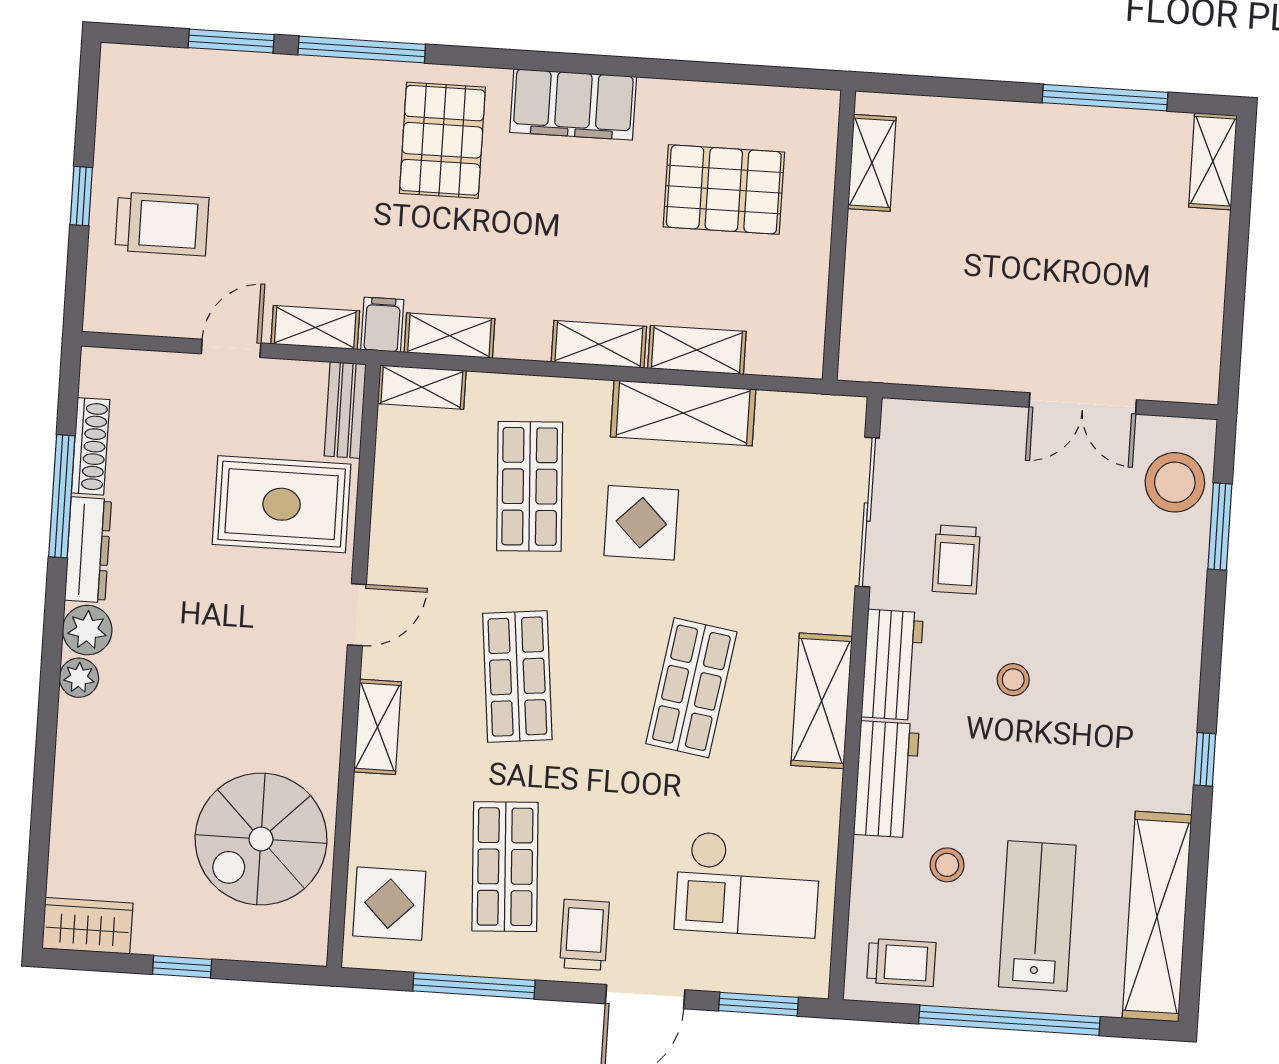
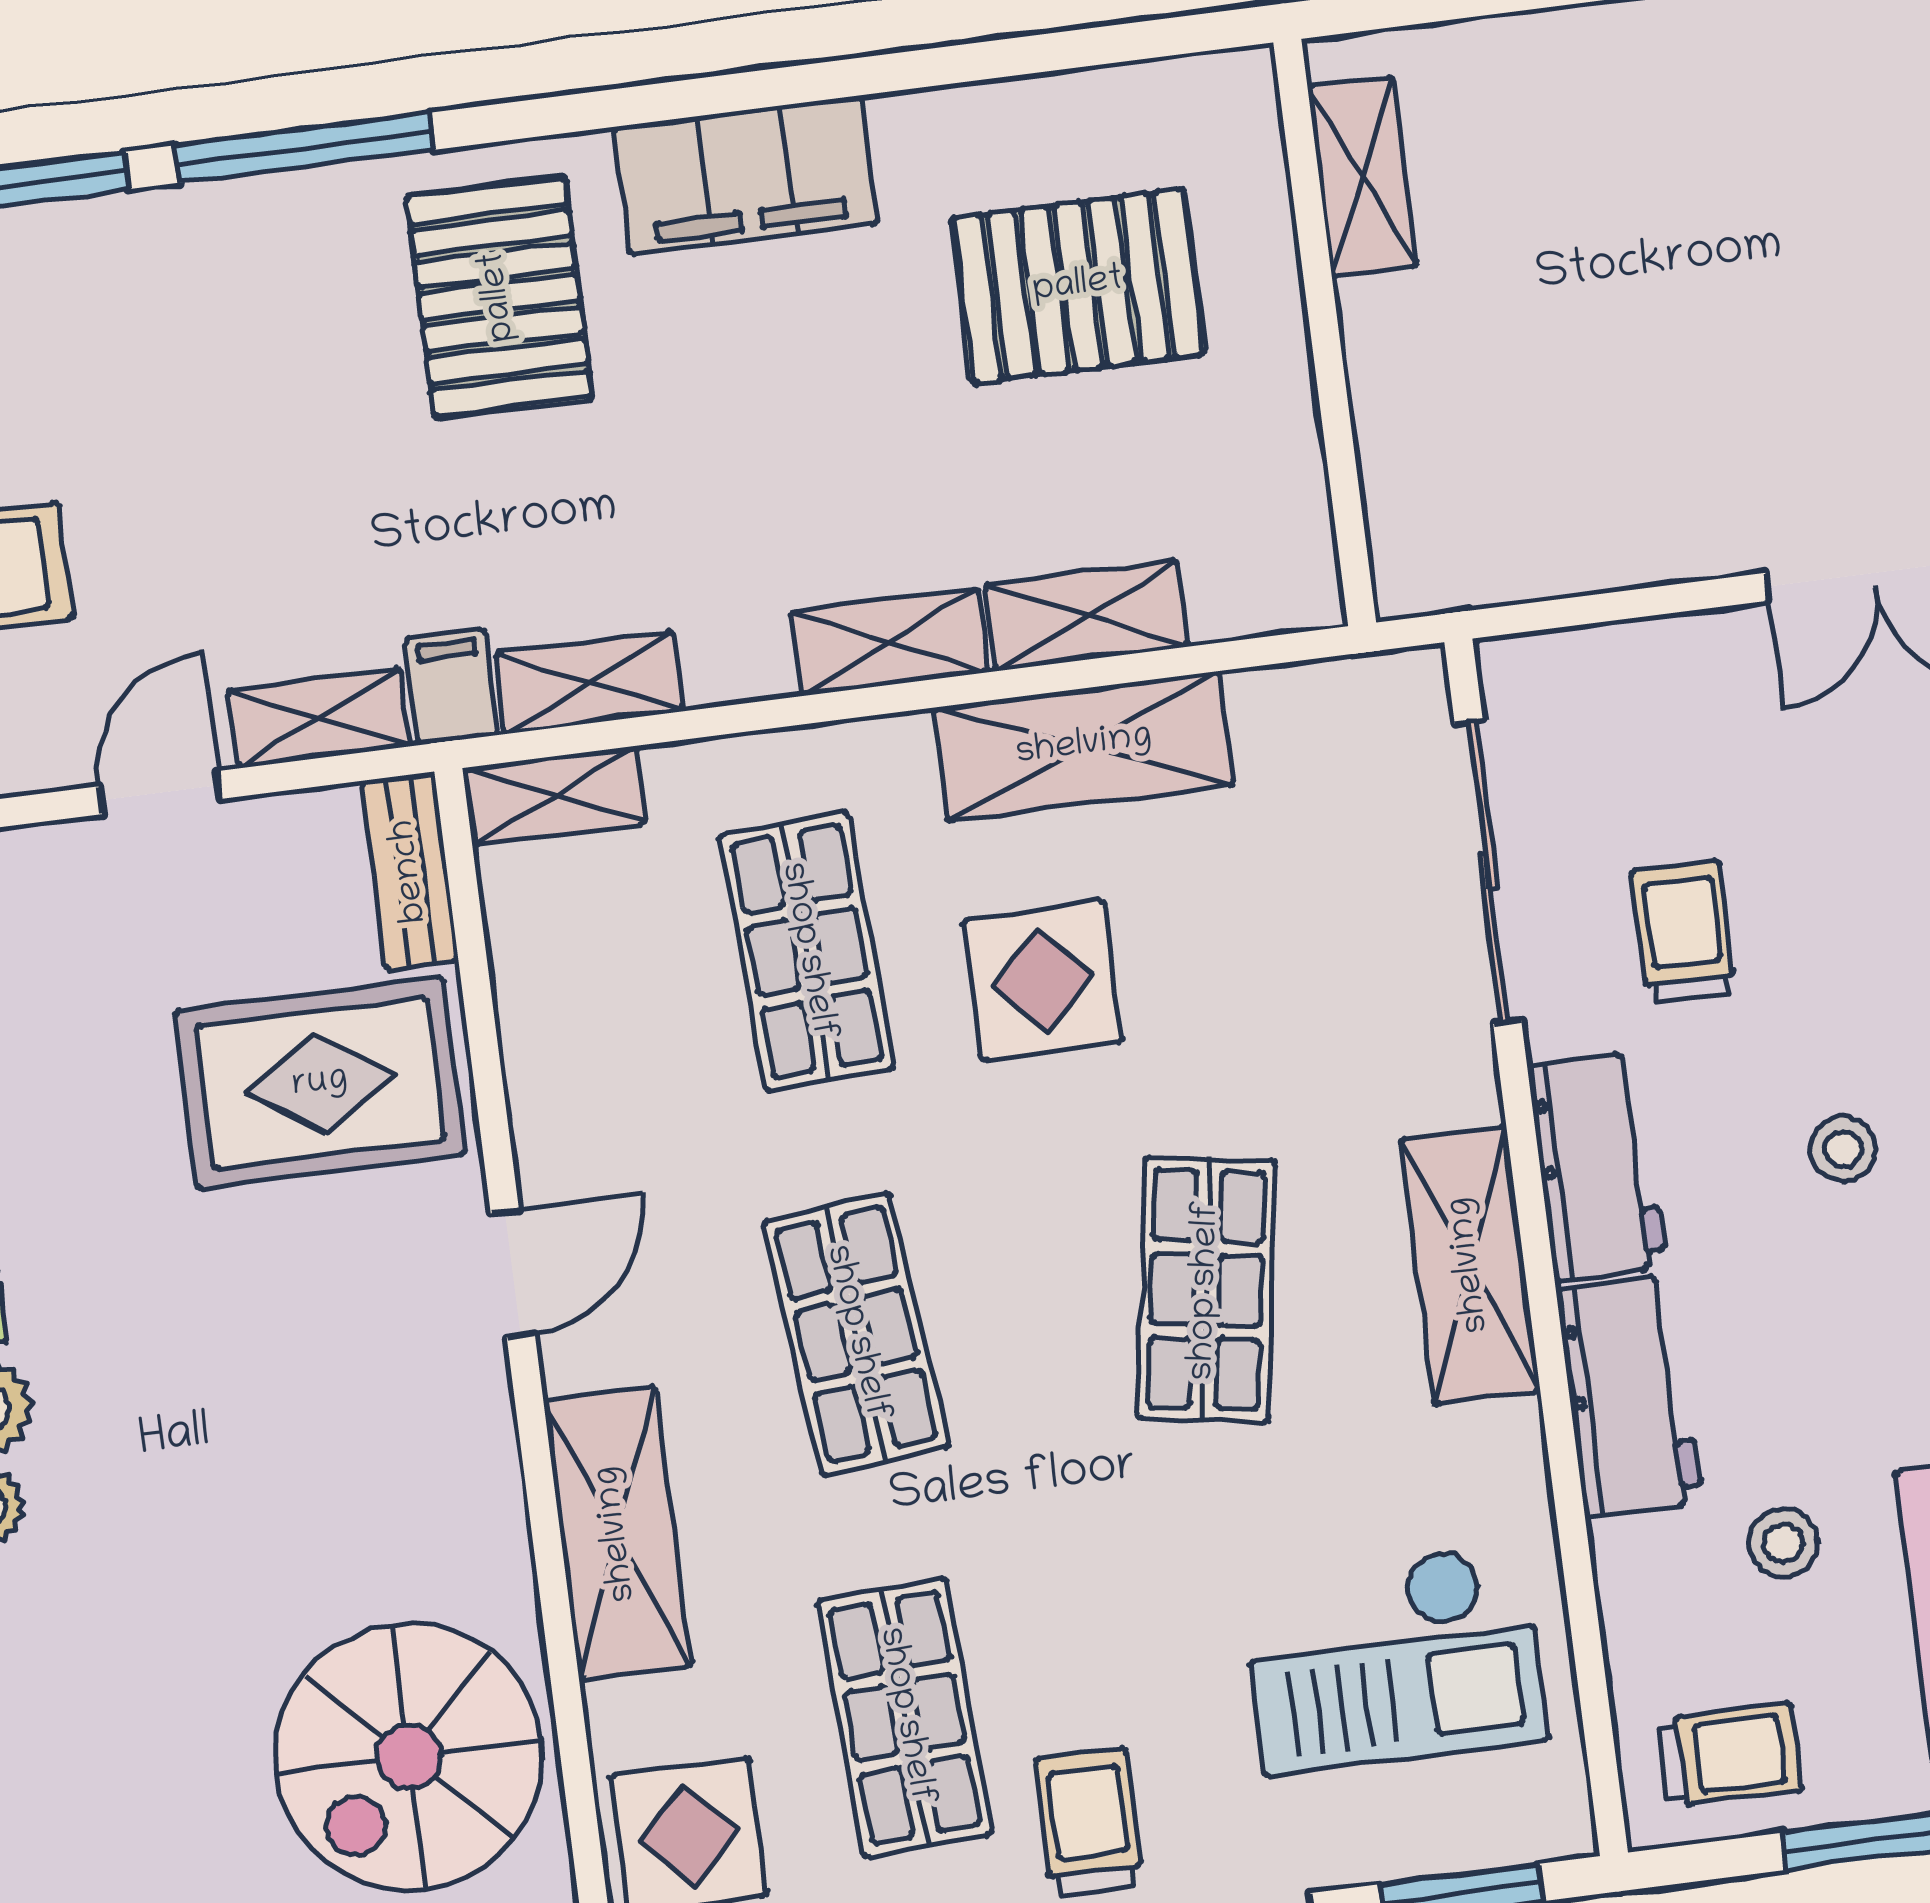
trolley: (956, 559) -> (1684, 932), turned 180
shelving: (377, 727) -> (617, 1534), width x1.50, depth x1.33

